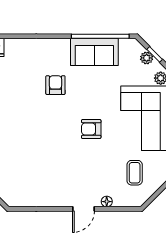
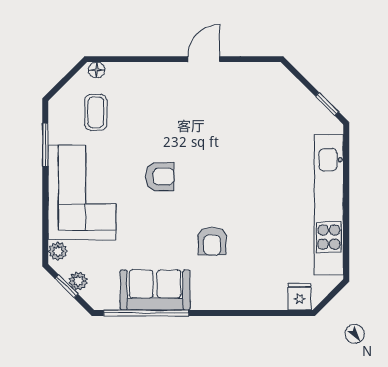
floor lamp: (107, 202) -> (97, 70), moved
door: (84, 209) -> (204, 59), moved

